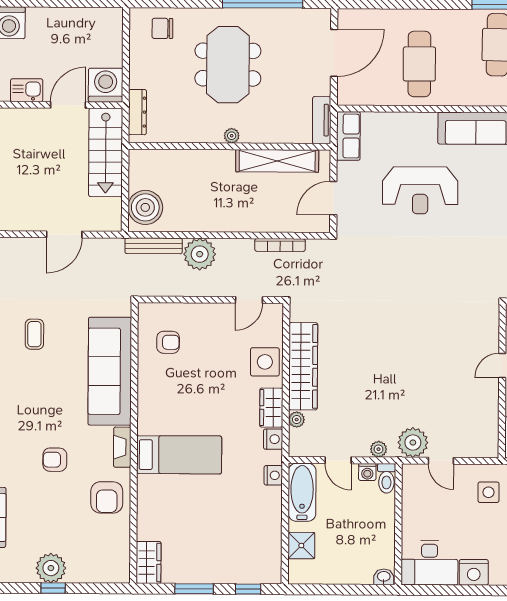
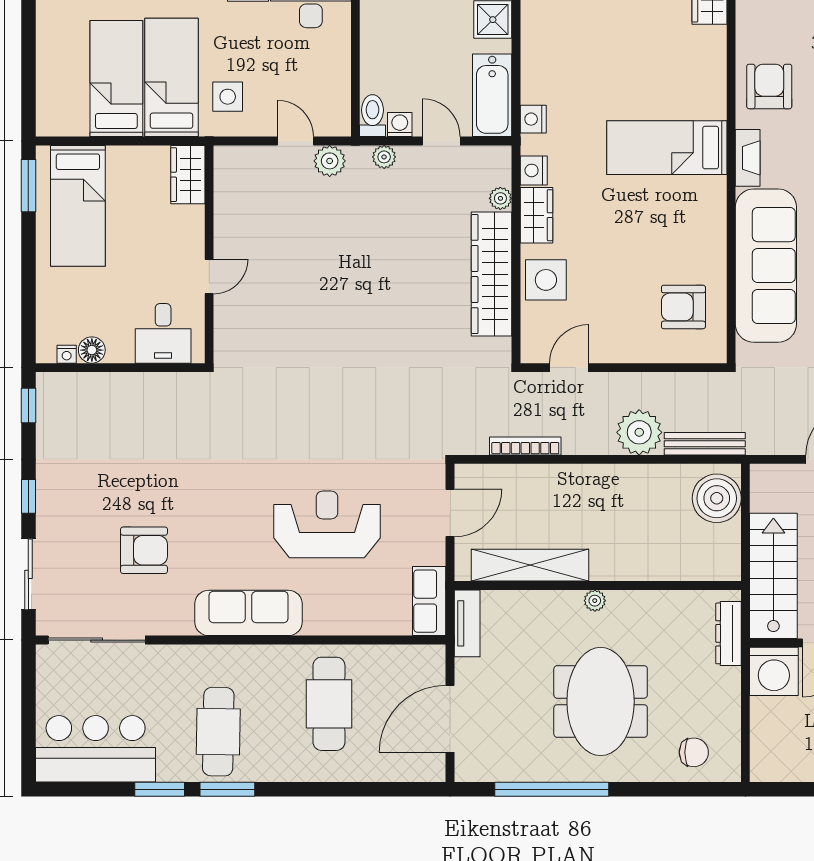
armchair: (168, 342) -> (683, 307), width x1.38, depth x1.38
plant: (413, 443) -> (330, 161), width x0.73, depth x0.73

